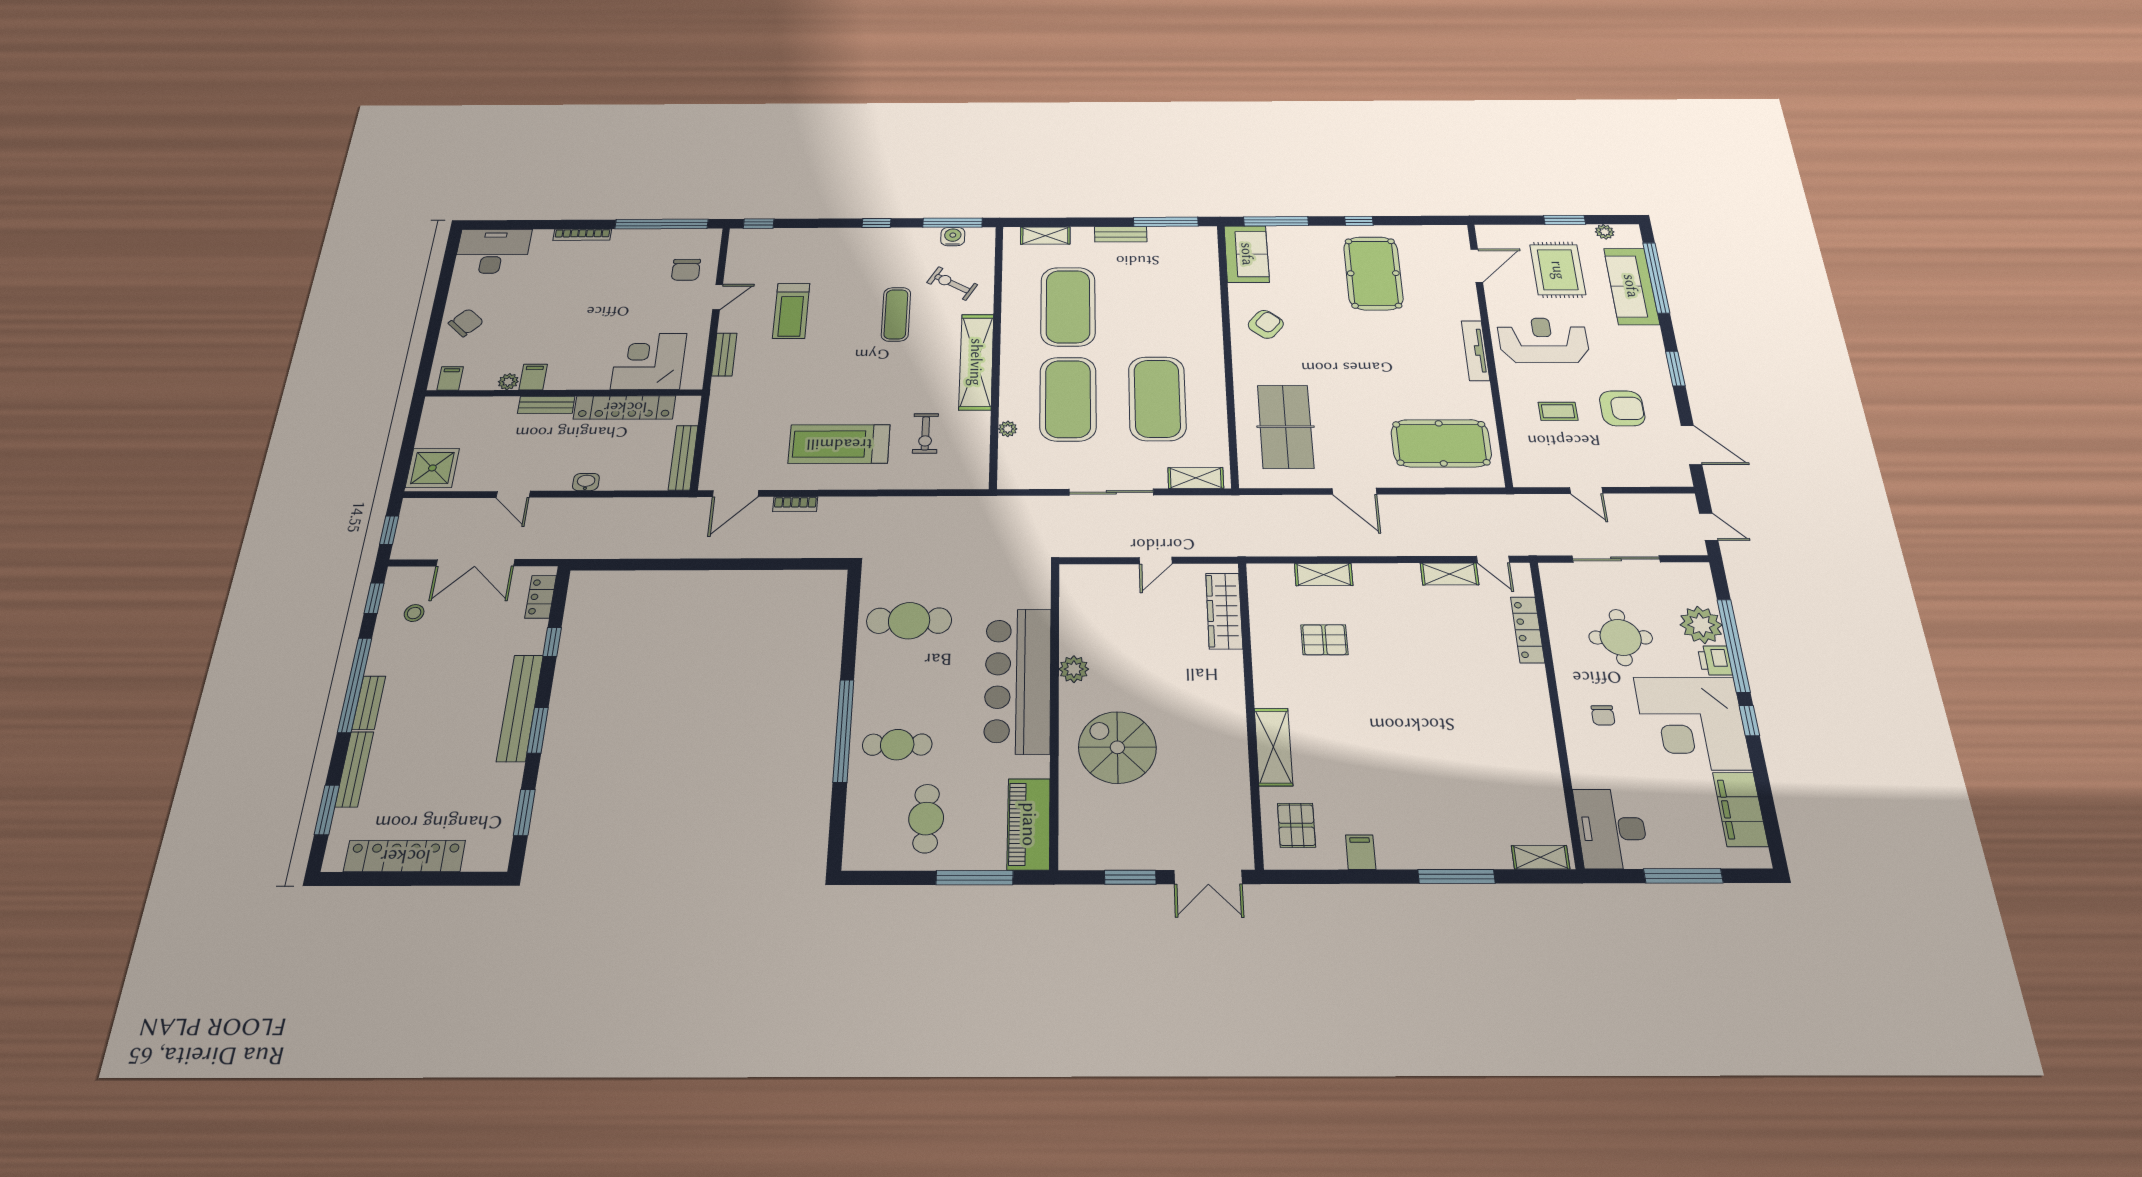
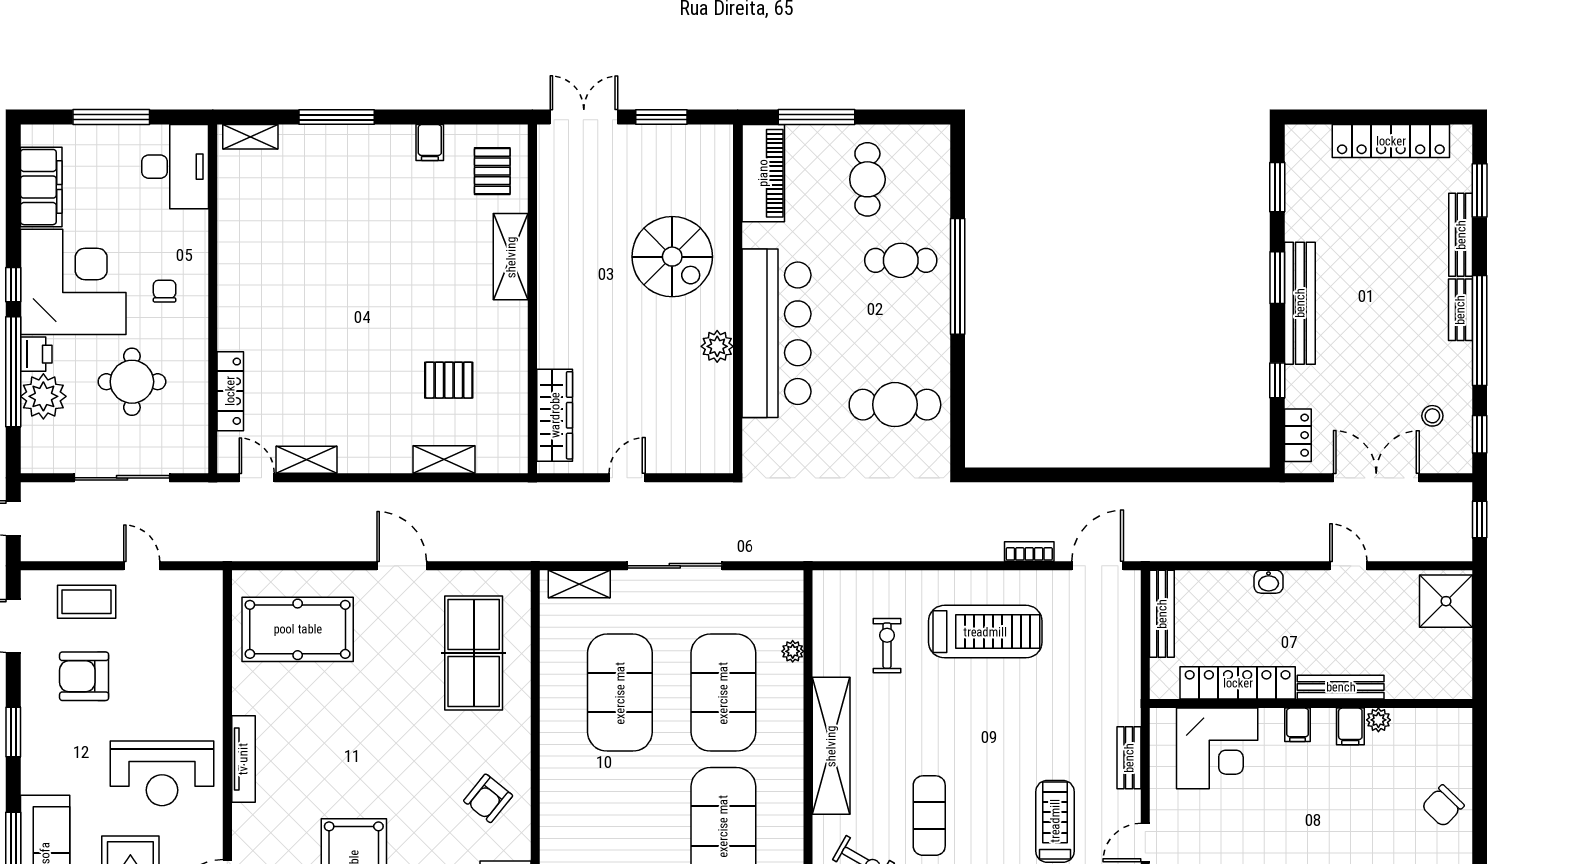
filing cabinet: (450, 378) -> (1298, 725), moved
bench: (546, 405) -> (1341, 687), width x1.36
coffee table: (1558, 411) -> (87, 602), moved, width x1.36, depth x1.30

